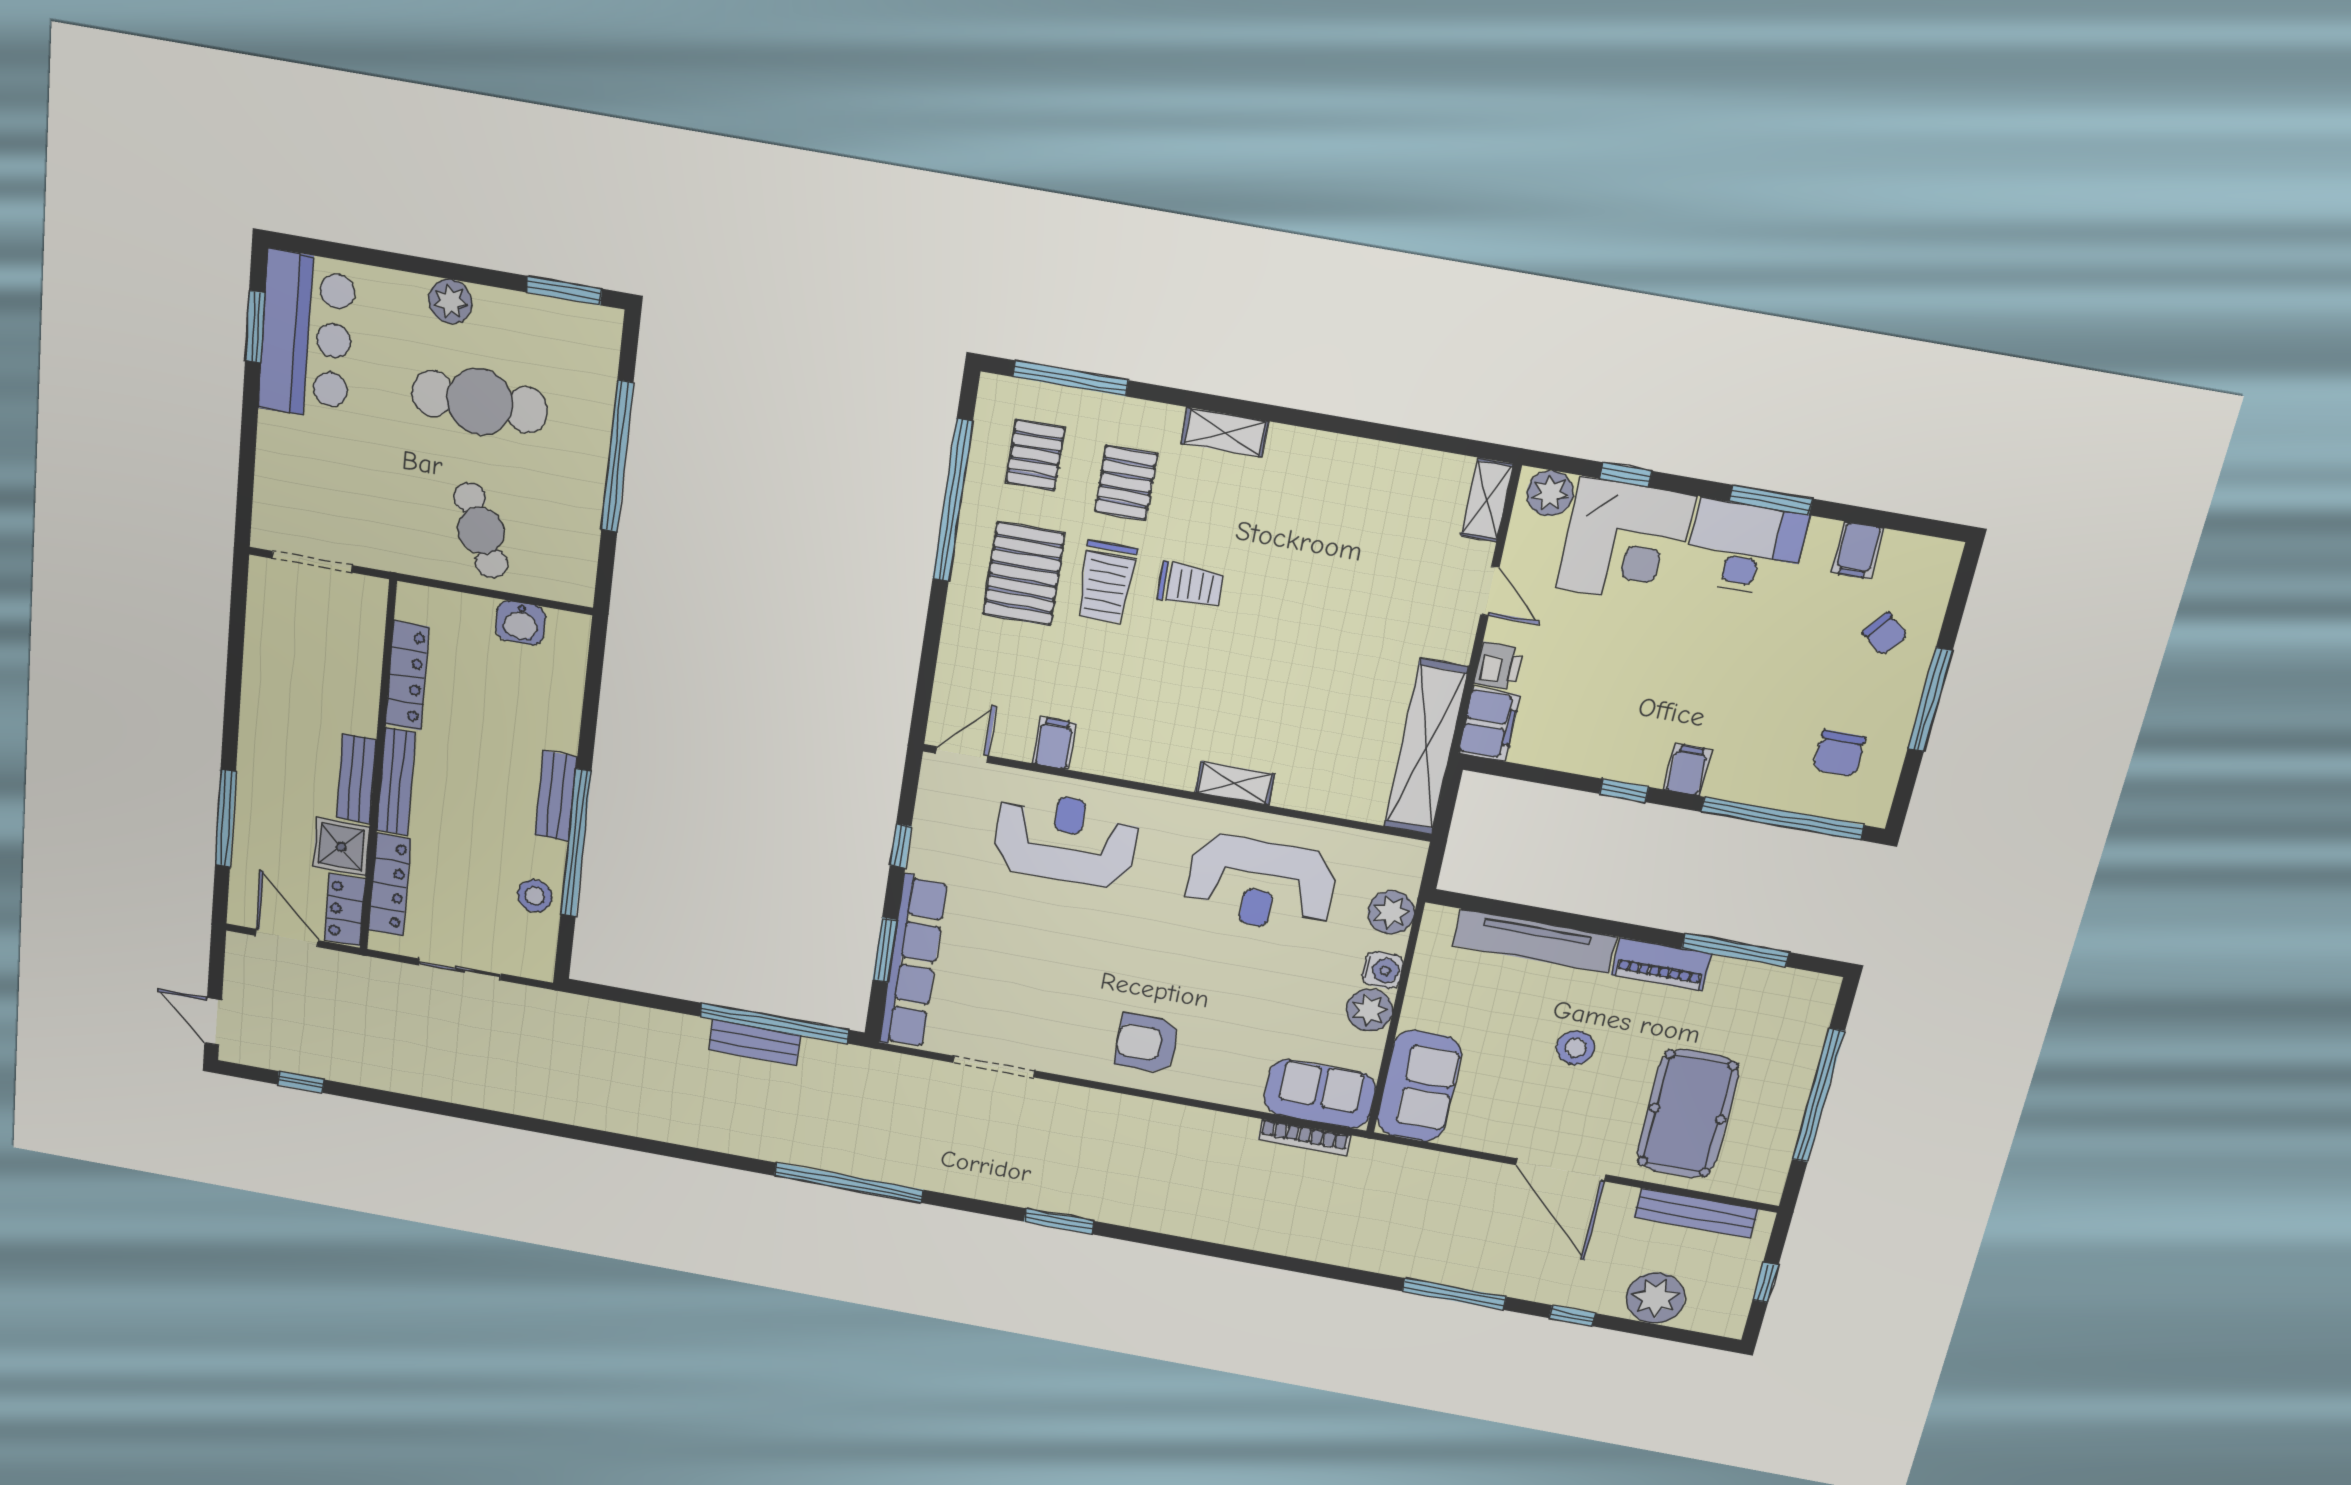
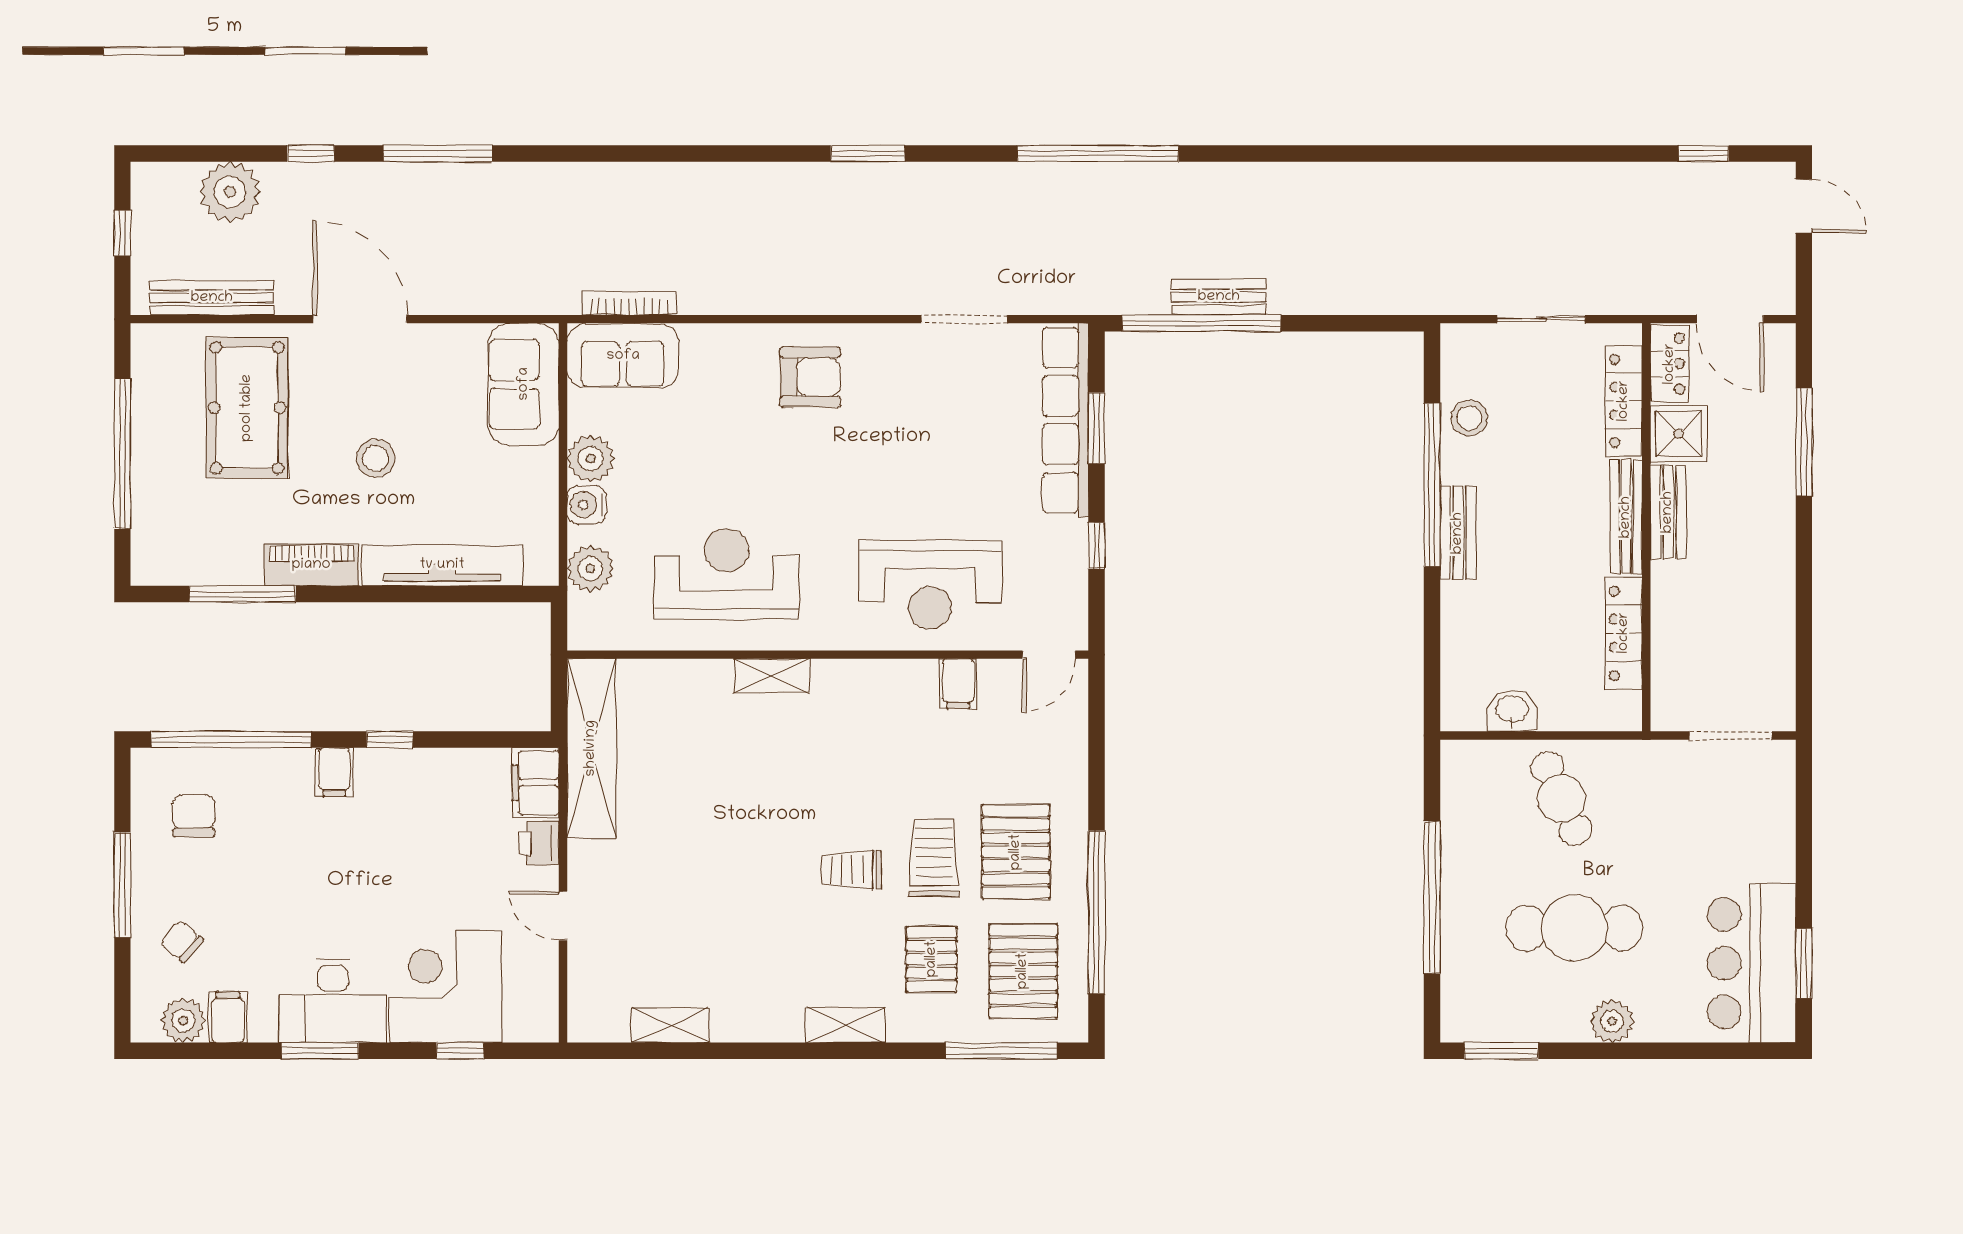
pallet: (1035, 455) -> (1023, 971), width x1.50, depth x1.42
plant: (1550, 493) -> (183, 1021), moved
shelving: (1487, 500) -> (670, 1025), moved, turned 90

